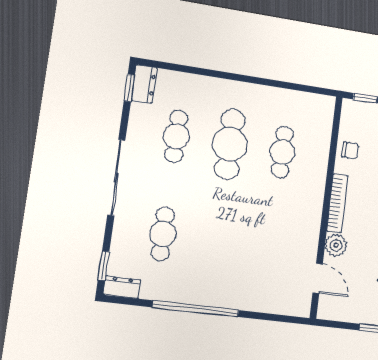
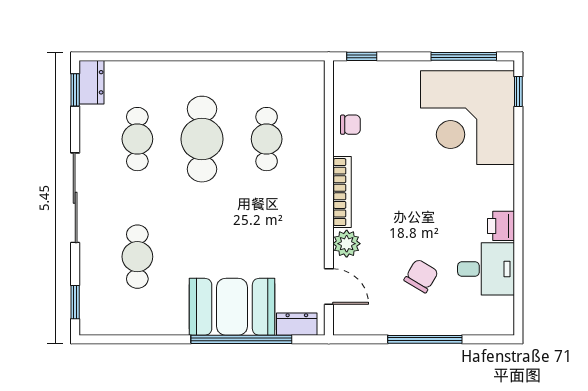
booth: (237, 286) -> (232, 307), added
dresser: (122, 287) -> (297, 324), moved
window: (196, 309) -> (241, 339), moved

